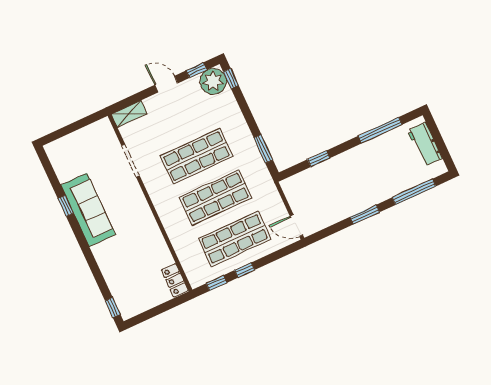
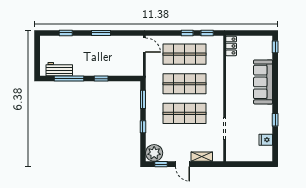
window: (231, 79) -> (143, 127), moved
shelving: (129, 114) -> (202, 157), moved
workbench: (425, 144) -> (59, 69), moved, turned -90
window: (319, 159) -> (101, 79), moved
fridge: (66, 172) -> (266, 140), added
window: (414, 192) -> (66, 33), width x0.46
sofa: (88, 210) -> (263, 82), moved

